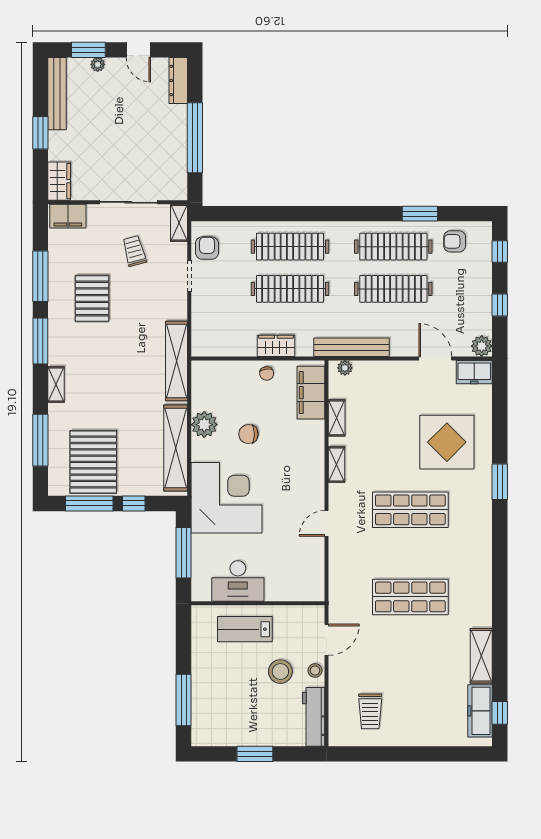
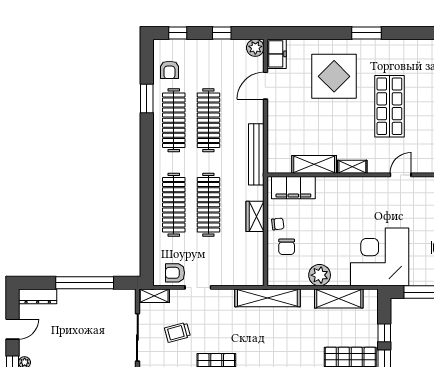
plant: (345, 368) -> (273, 160), removed
shelving: (337, 418) -> (314, 164), width x1.50, depth x1.33
chair: (248, 434) -> (287, 247), moved
shelving: (176, 448) -> (339, 299), width x0.68
door: (327, 523) -> (401, 175), swing flipped

